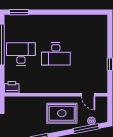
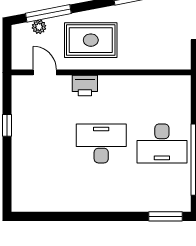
printer: (12, 87) -> (85, 85), moved

